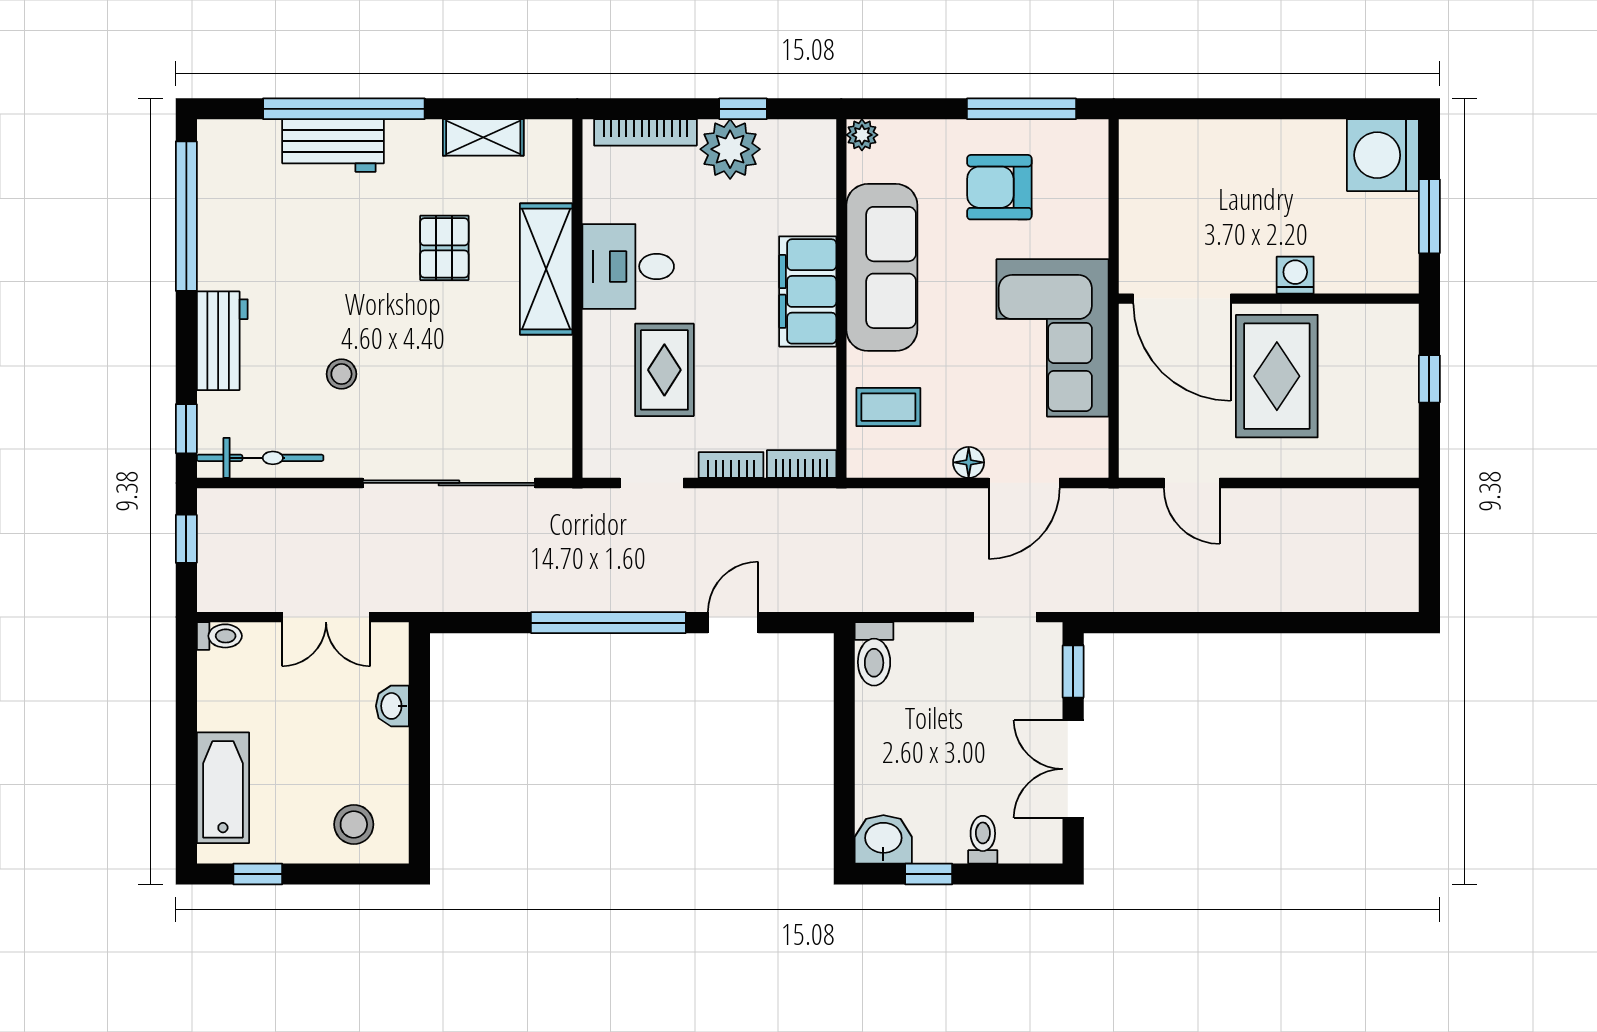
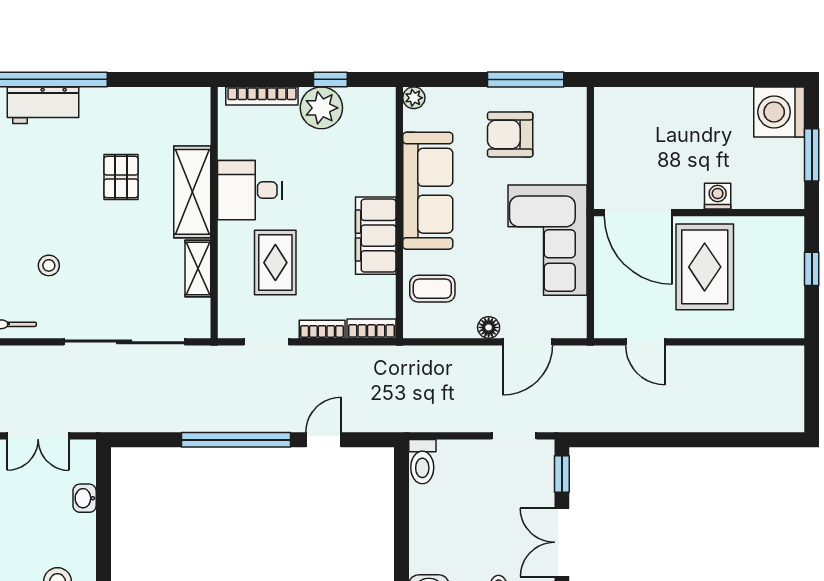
shelving: (483, 137) -> (198, 268), moved, turned 90
filing cabinet: (808, 291) -> (376, 236), moved

